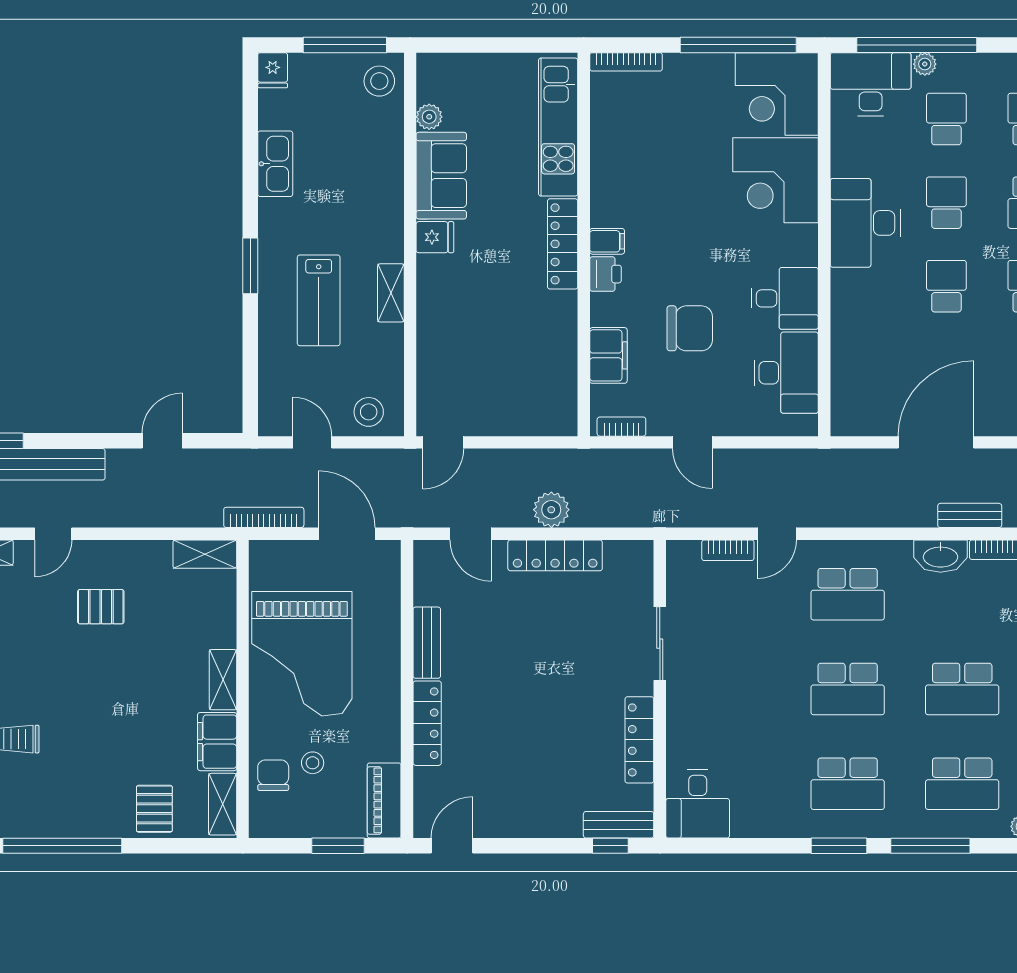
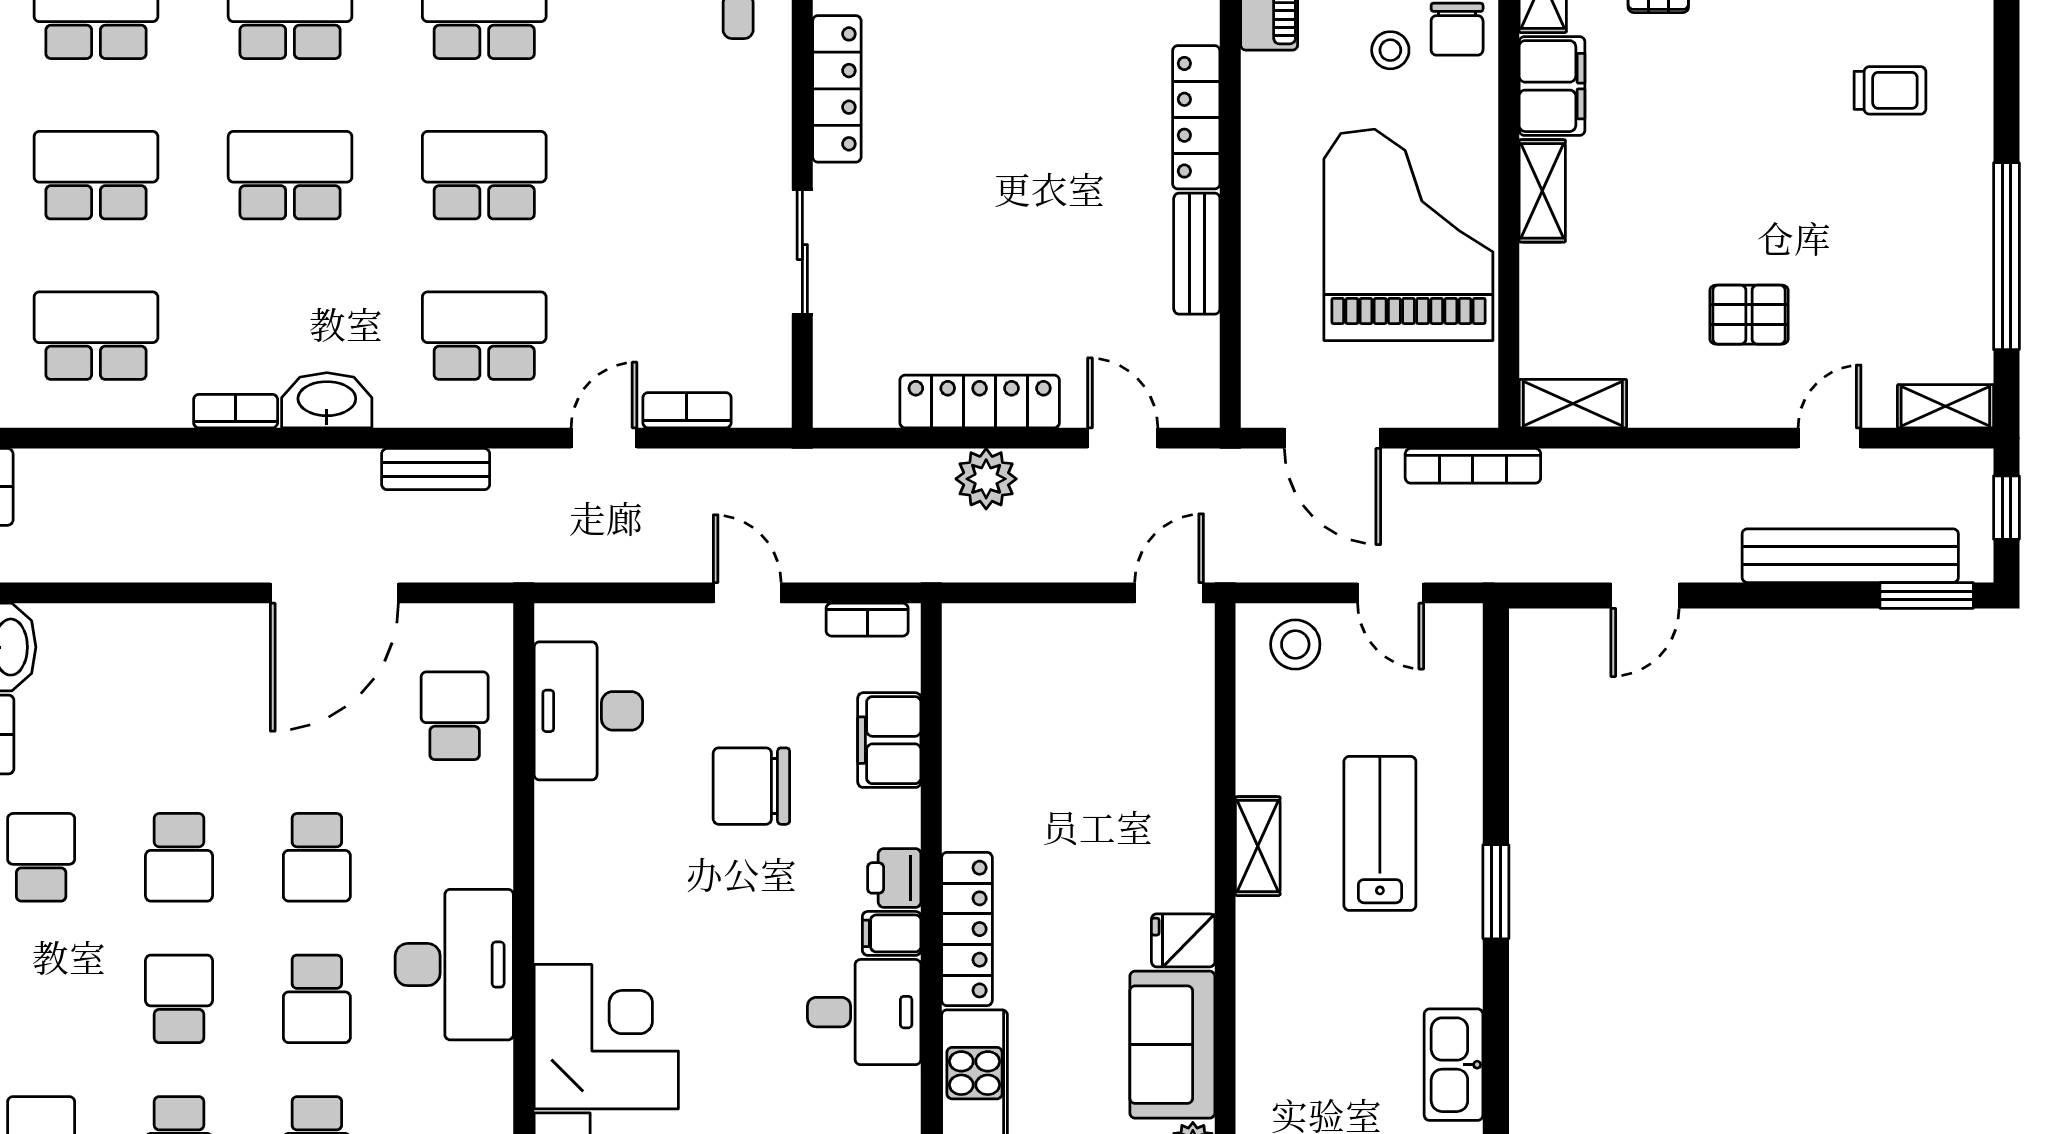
desk: (785, 298) -> (864, 1012), moved, turned 180
school desk: (865, 370) -> (455, 716), added
bench: (970, 515) -> (436, 469), moved

